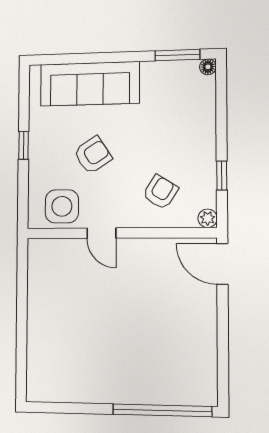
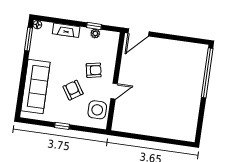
fireplace: (205, 123) -> (66, 30), added
armchair: (160, 192) -> (94, 70), moved, turned 137
plant: (208, 218) -> (95, 34), moved

